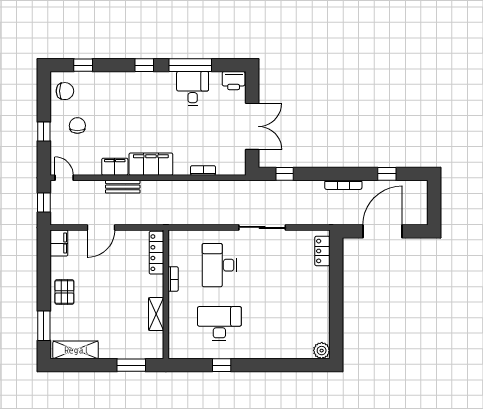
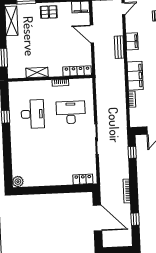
filing cabinet: (151, 164) -> (135, 76), moved

